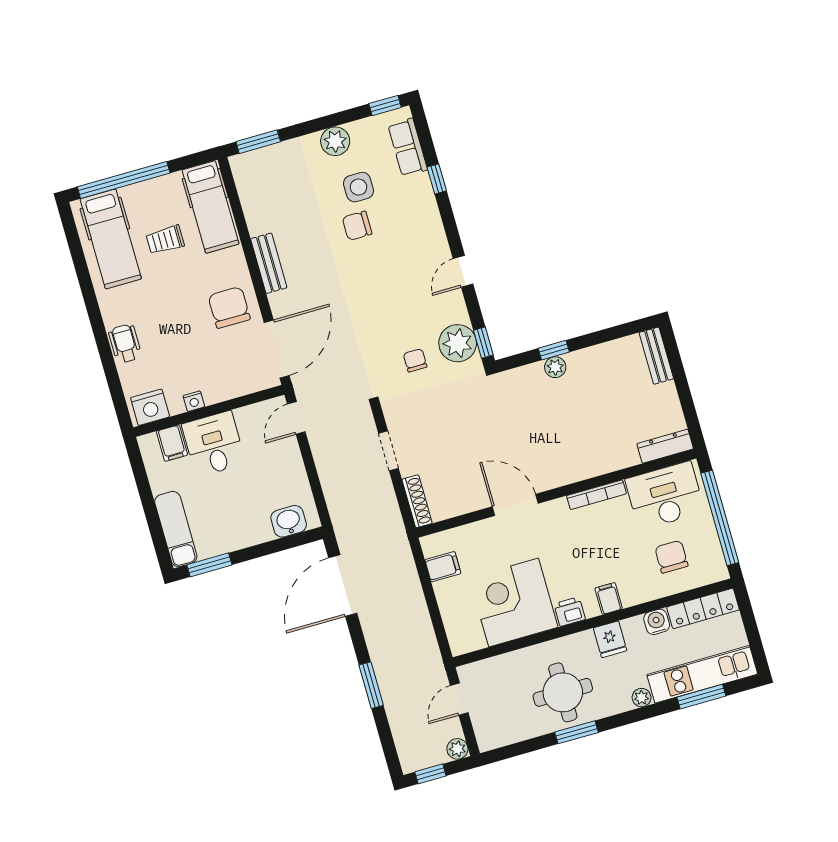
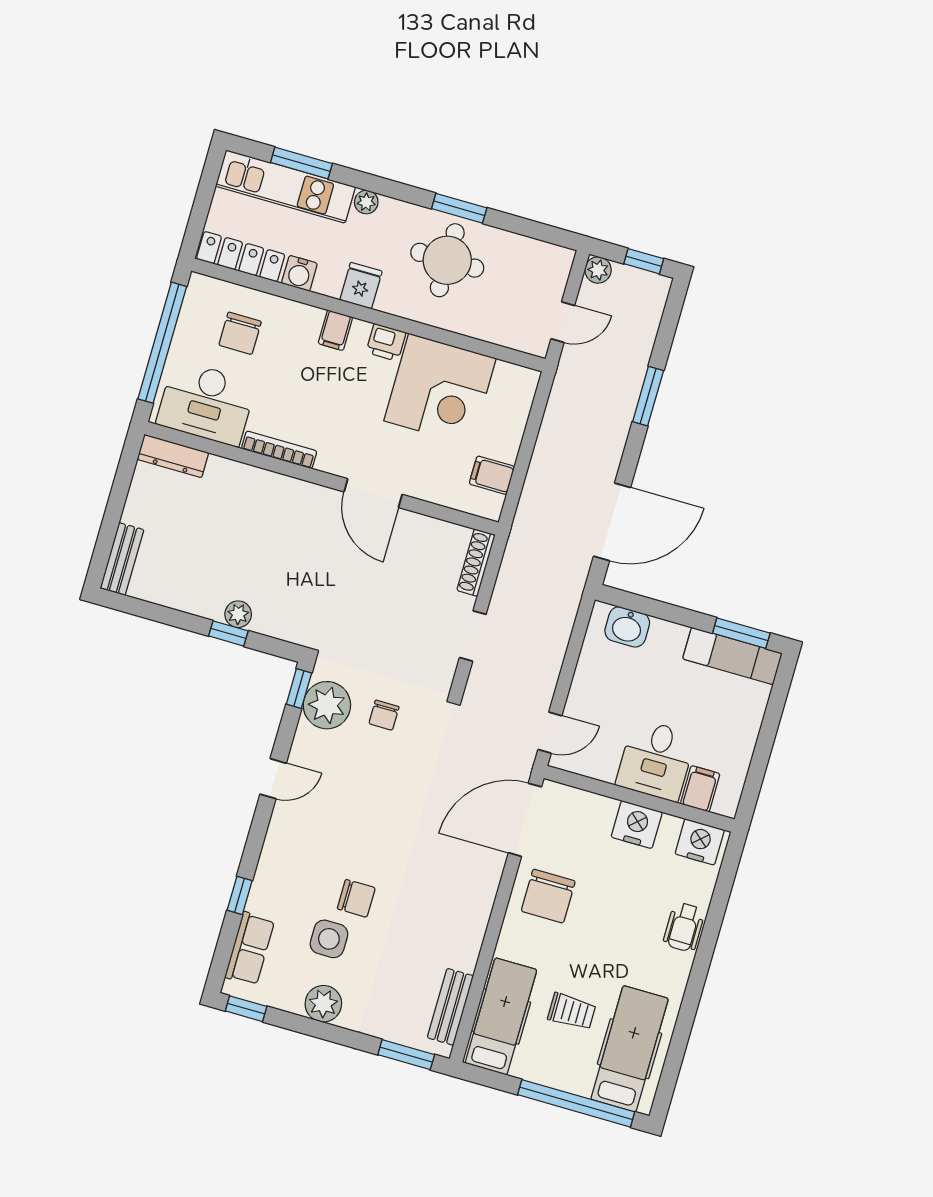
bench: (269, 263) -> (450, 1007), moved
nightstand: (194, 401) -> (637, 825), width x1.89, depth x1.79
exam couch: (176, 529) -> (732, 656), moved, turned -90

